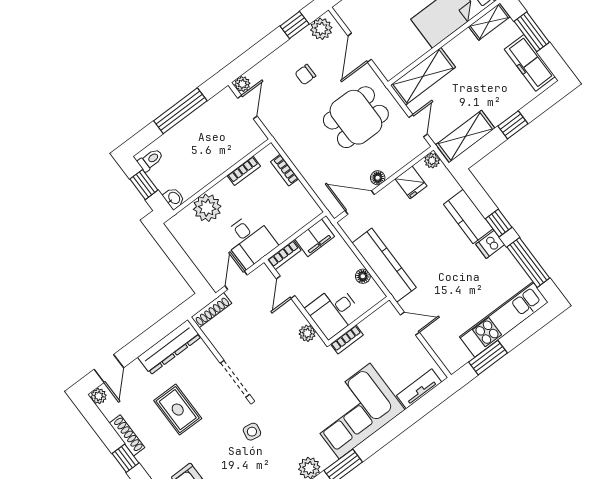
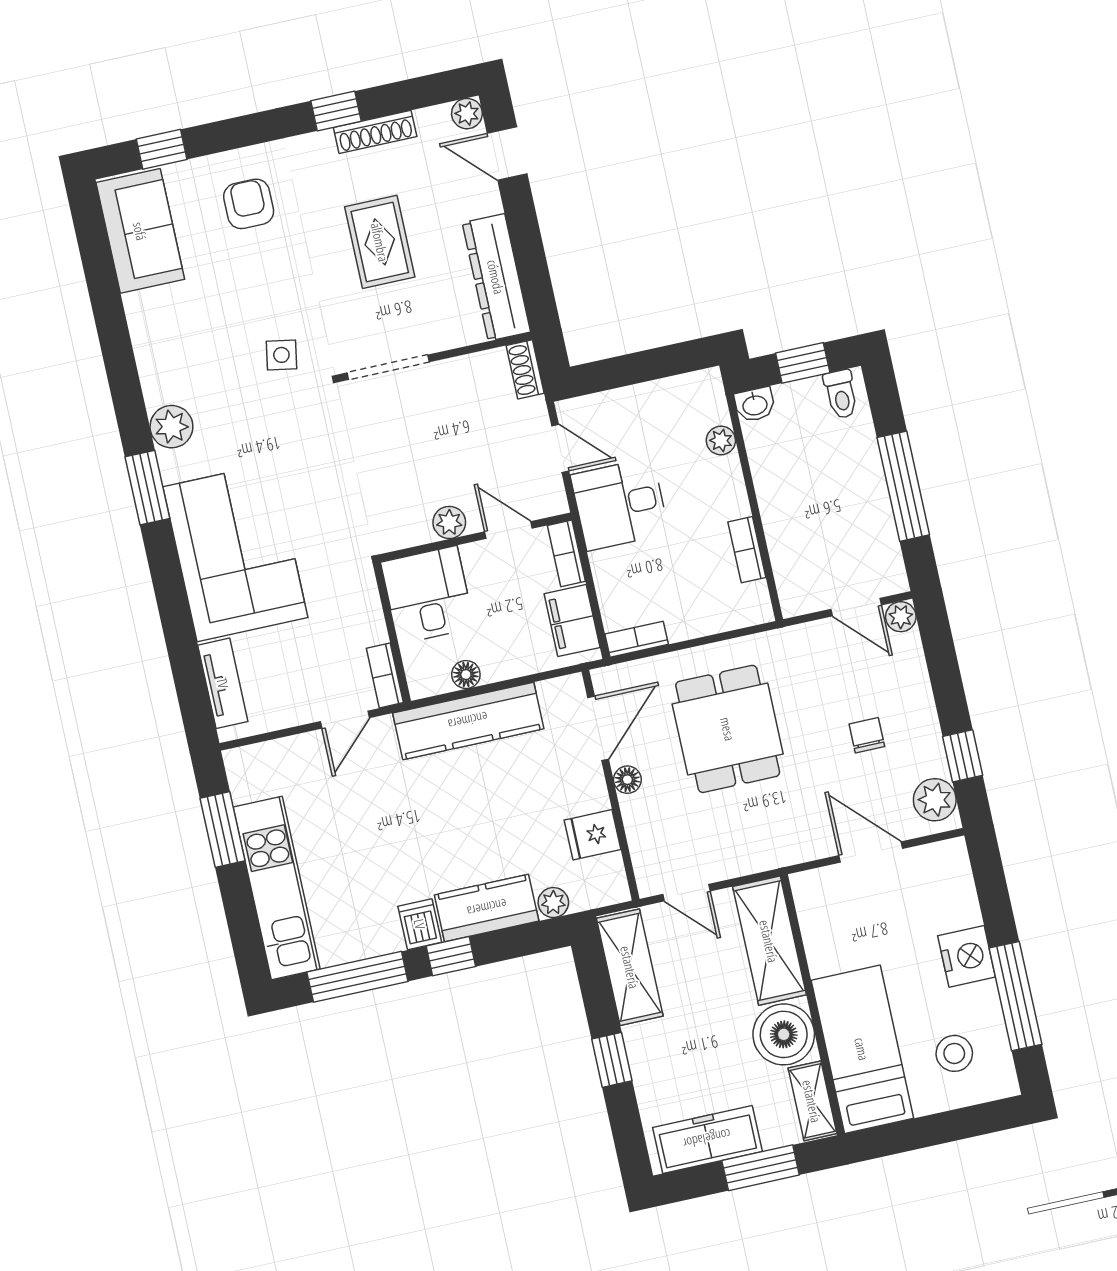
boiler: (464, 50) -> (784, 1034), added
dining table: (356, 117) -> (728, 729), moved
plant: (432, 161) -> (553, 903), moved
bookcase: (285, 170) -> (637, 639), moved
plant: (207, 208) -> (721, 440), width x0.53, depth x0.53
shoe rack: (211, 310) -> (525, 369), width x0.70
plant: (307, 333) -> (449, 522), moved
bookcase: (347, 340) -> (385, 675), moved
rug: (178, 410) -> (380, 242), turned 90

